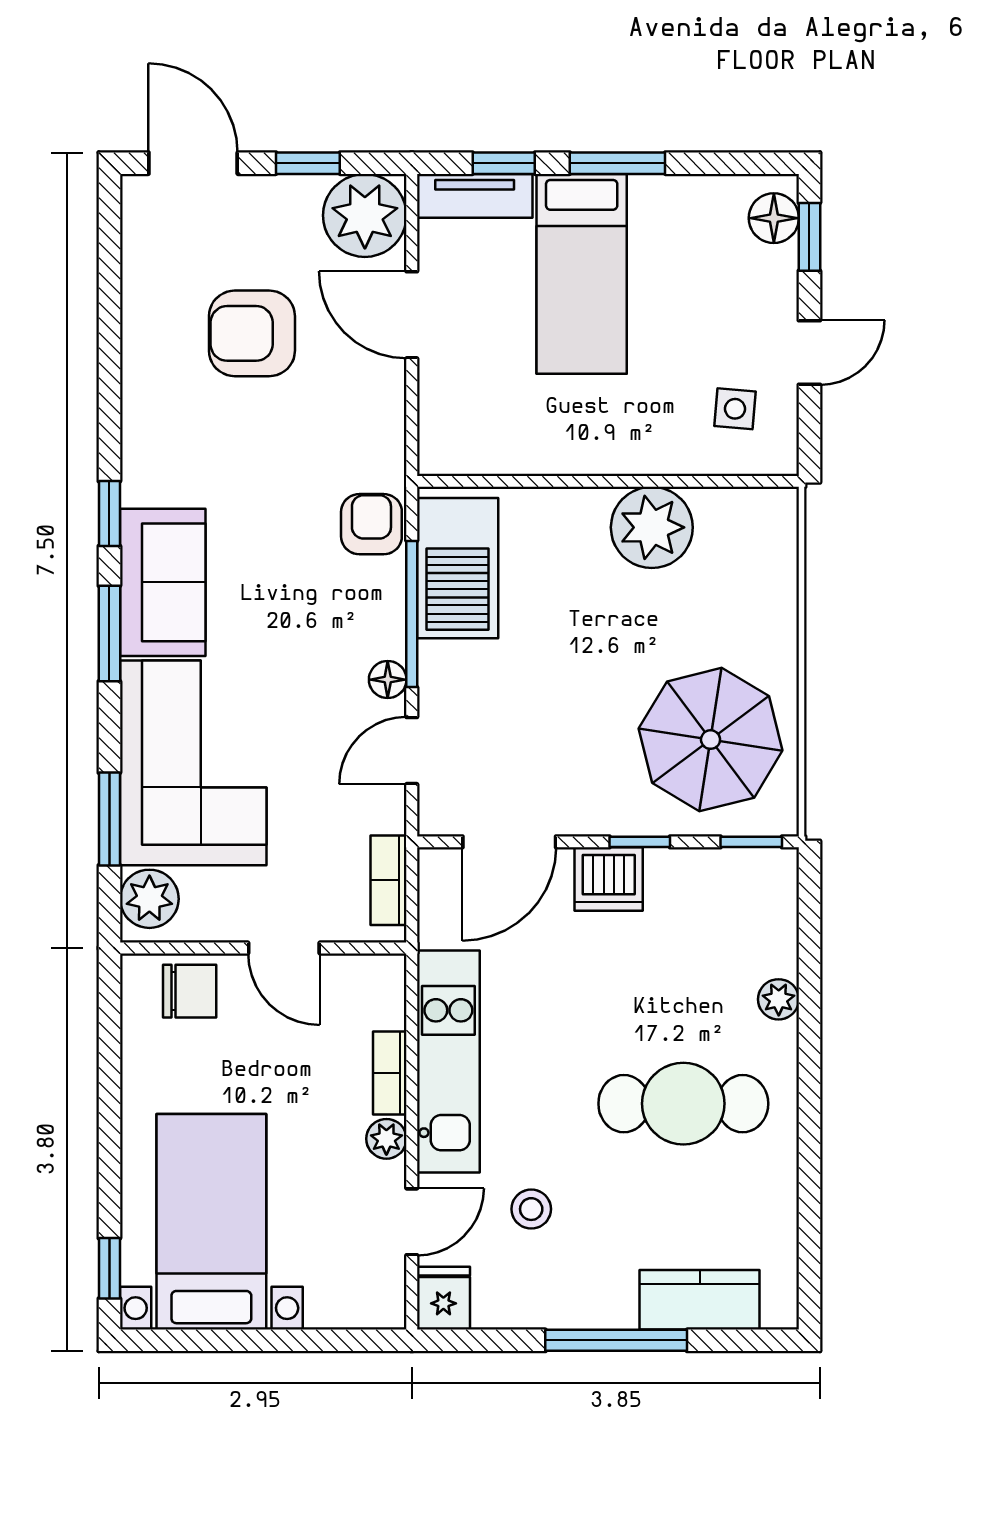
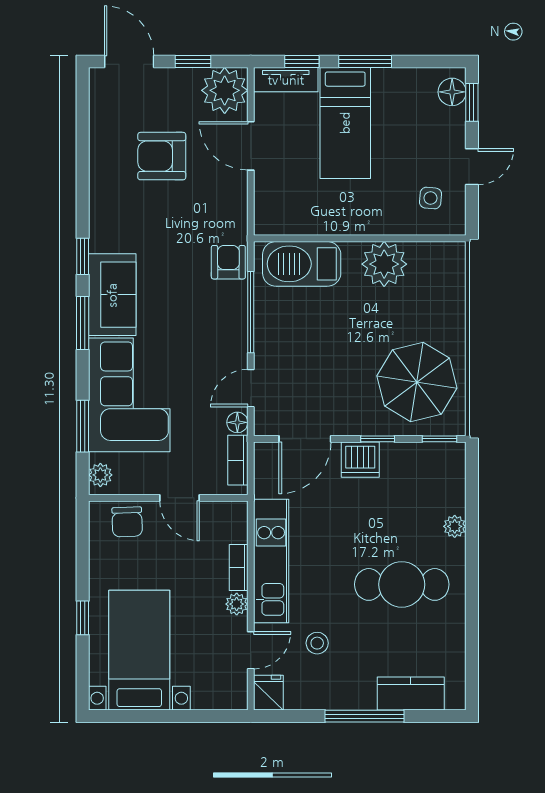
barbecue: (458, 568) -> (302, 264), moved, turned 90
floor lamp: (388, 680) -> (237, 422), moved
plant: (149, 899) -> (100, 475), width x0.73, depth x0.73
chair: (190, 991) -> (127, 522), turned 88
window: (109, 1268) -> (83, 618), moved

